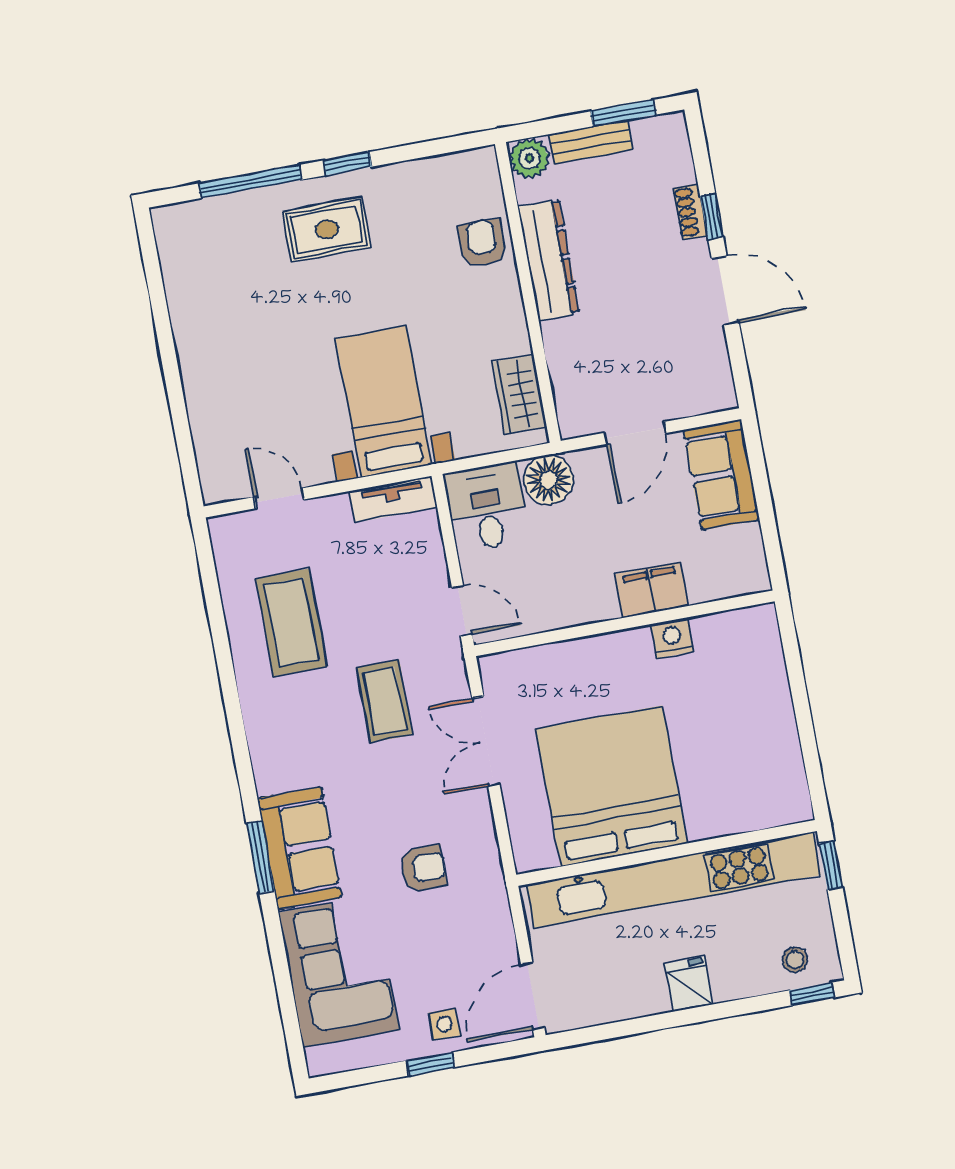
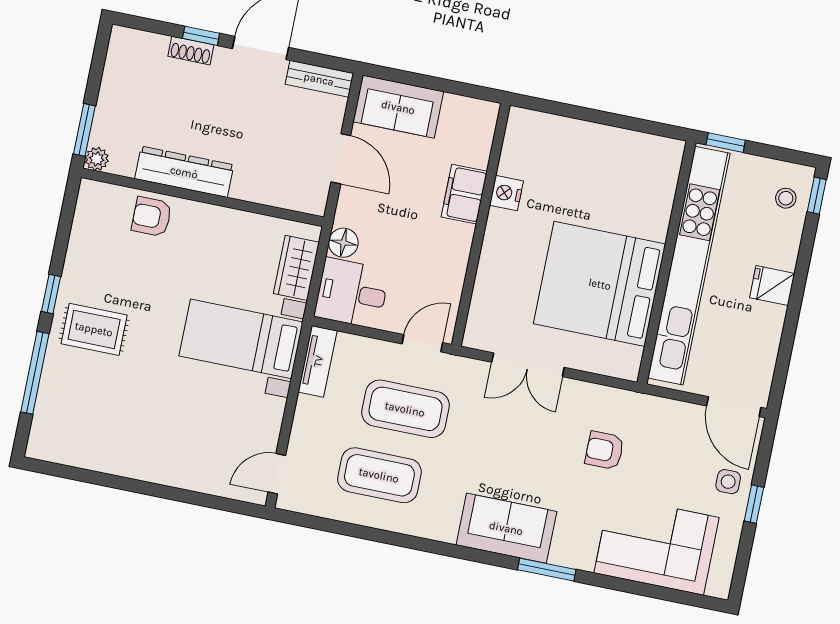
window: (623, 113) -> (84, 130), moved
bench: (591, 142) -> (319, 79), moved, turned 90
plant: (529, 158) -> (97, 159), width x0.73, depth x0.73
rug: (327, 229) -> (94, 329), turned 90
wardrobe: (519, 394) -> (296, 268), moved, turned 90
floor lamp: (549, 480) -> (343, 243), width x0.73, depth x0.73
door: (279, 498) -> (277, 474), moved
coffee table: (384, 701) -> (405, 409), moved, width x1.36, depth x1.32
sofa: (300, 848) -> (506, 528), moved
armchair: (423, 868) -> (604, 450), turned -90

